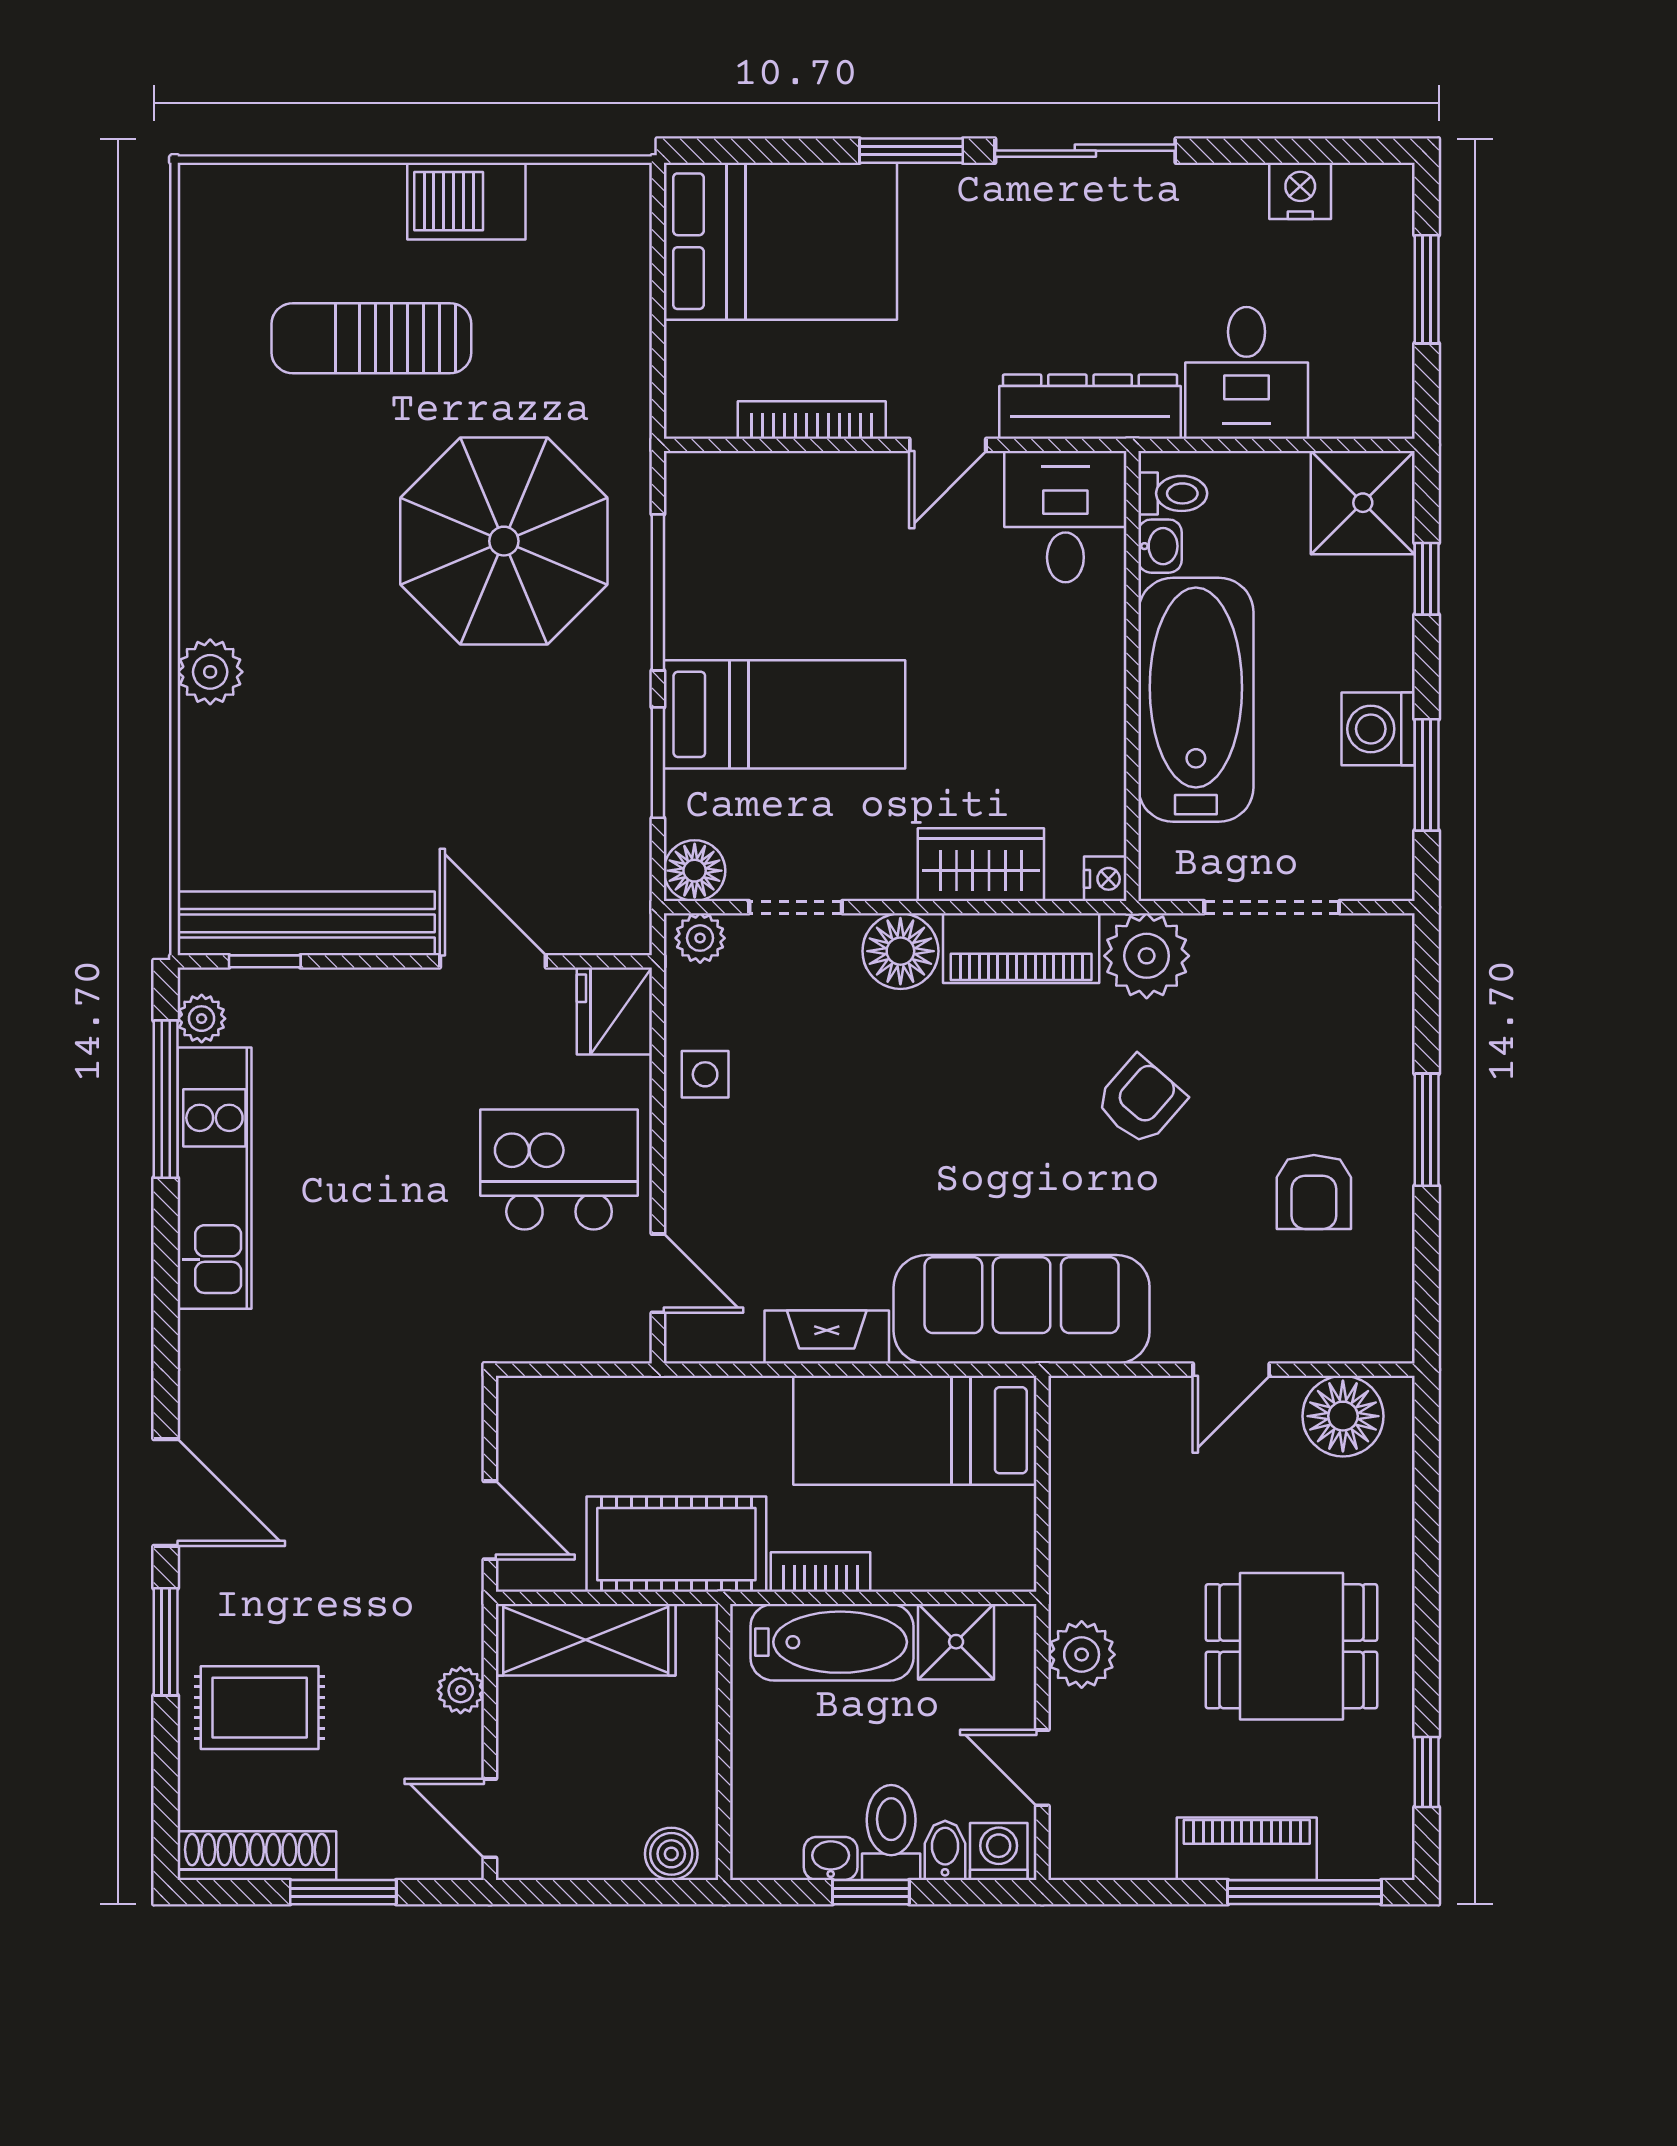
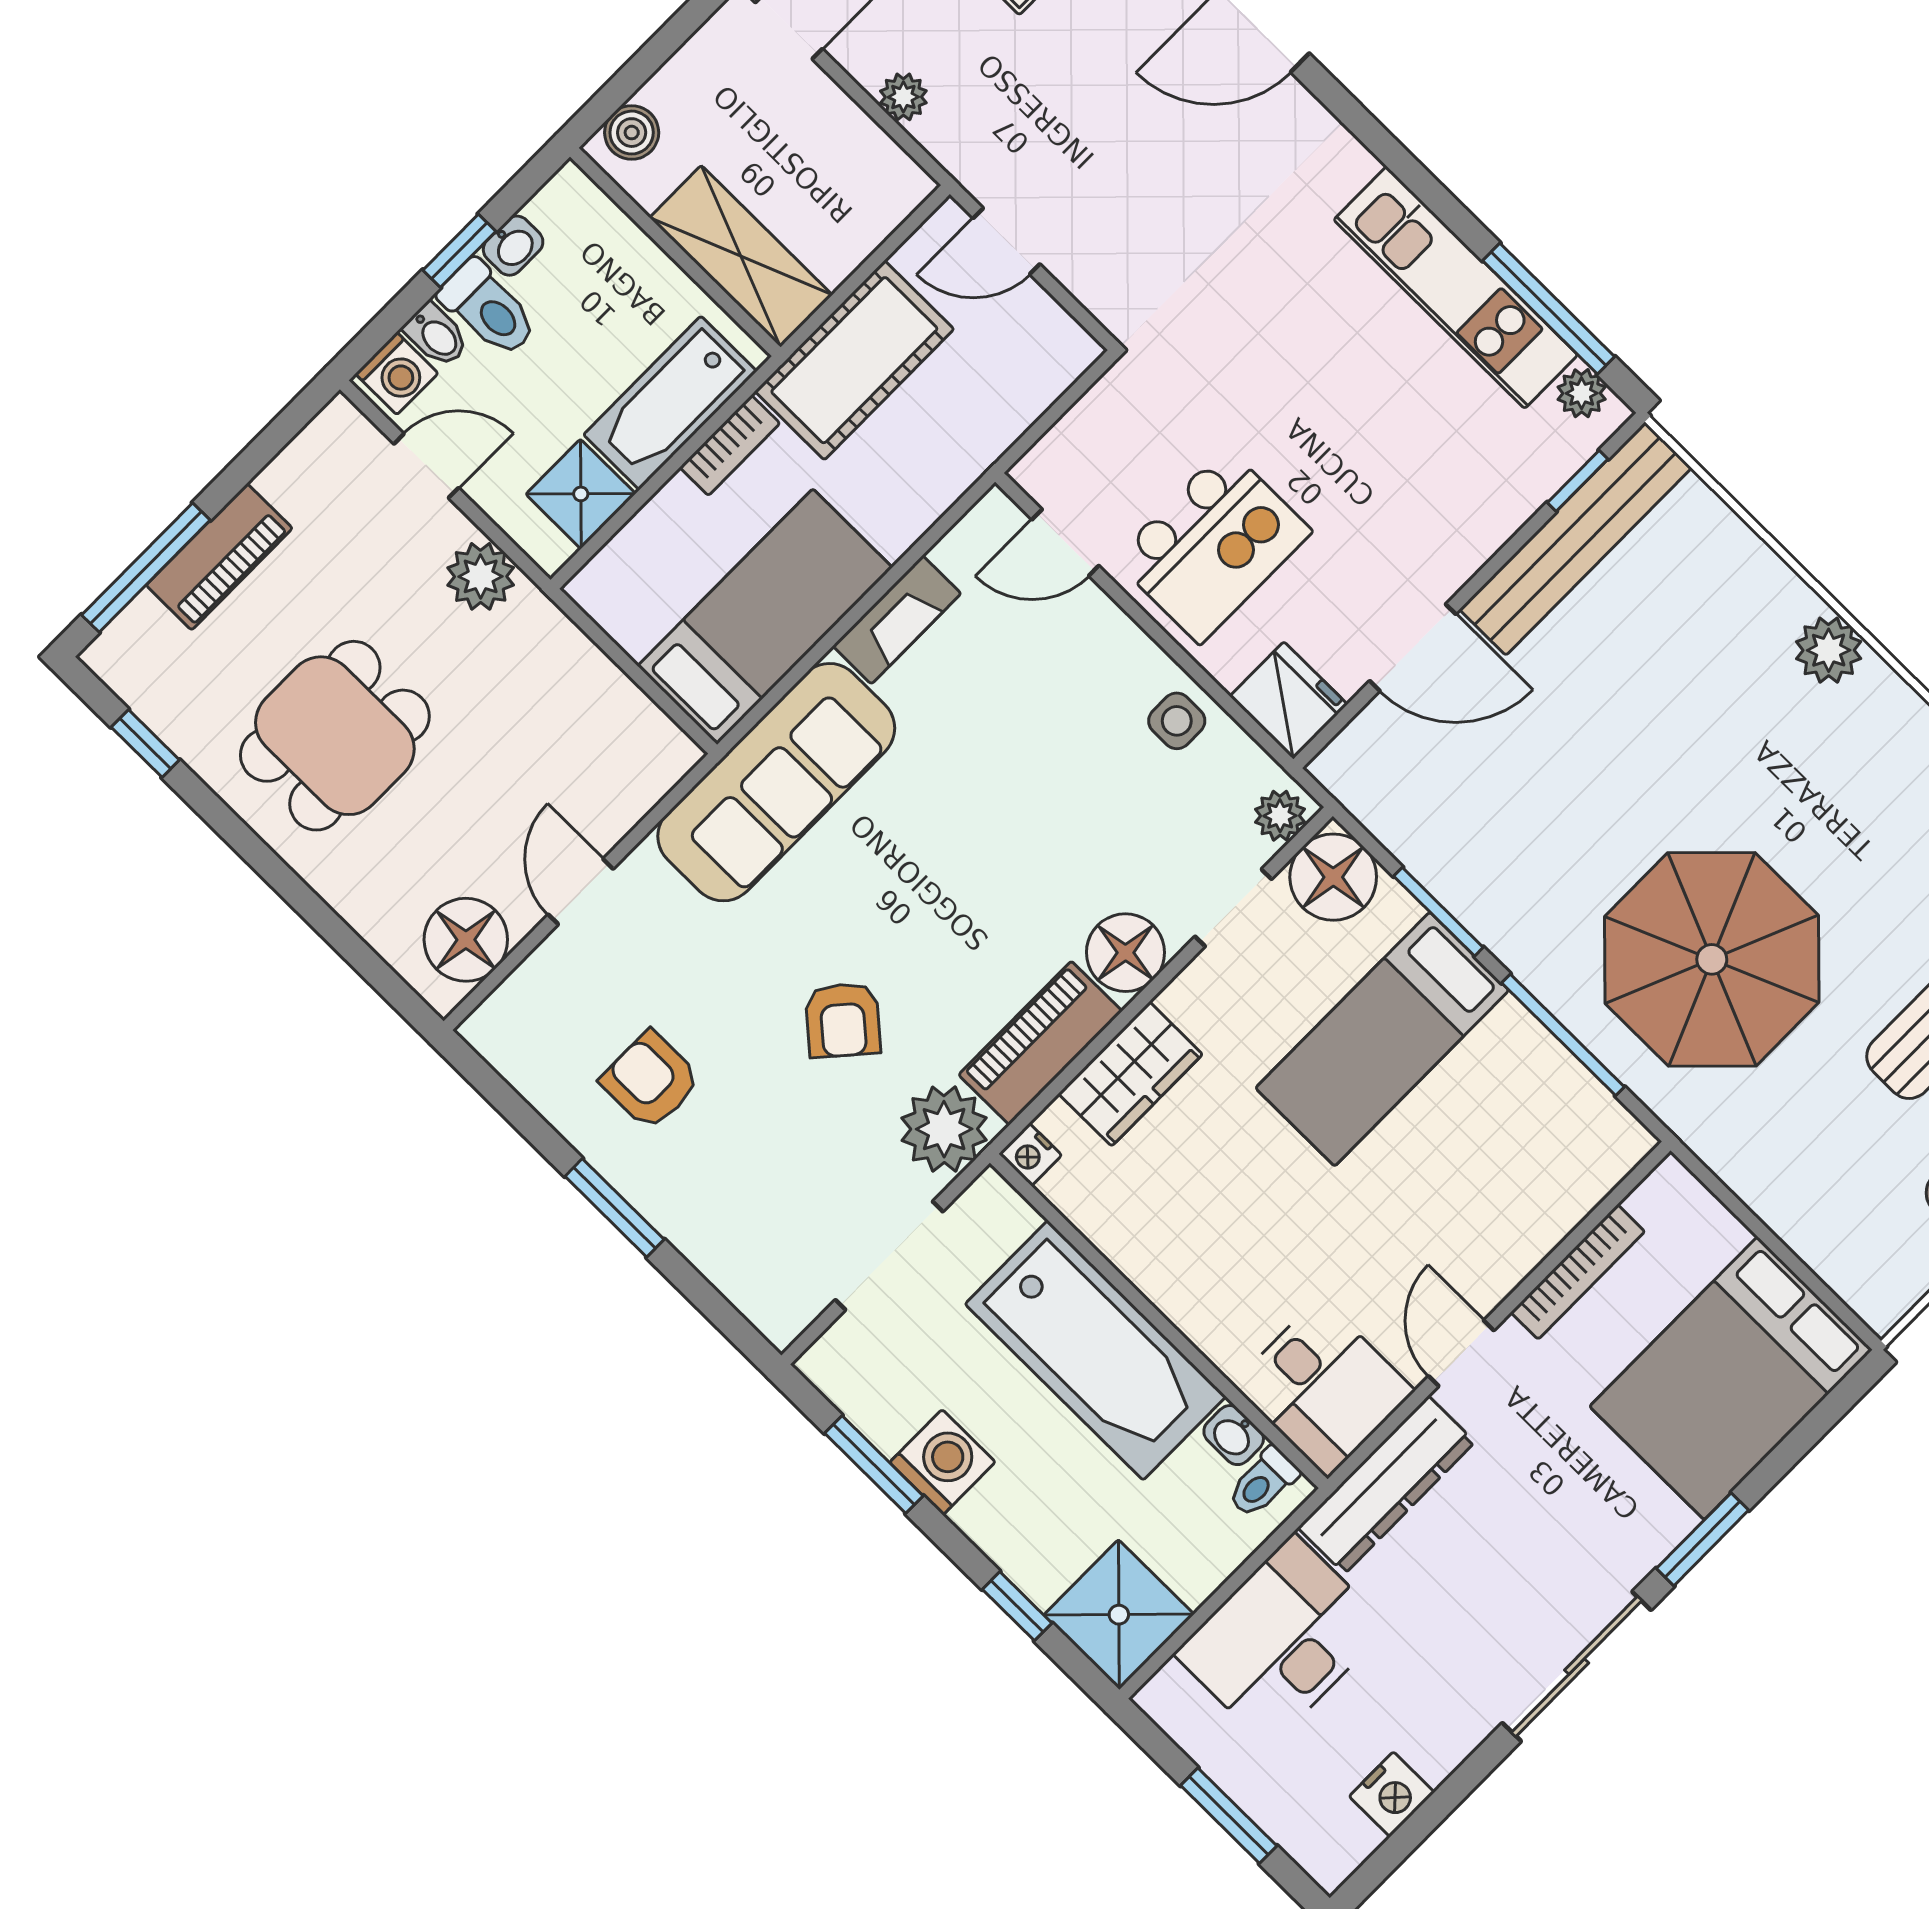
desk: (1247, 373) -> (1281, 1640), width x1.37
floor lamp: (695, 871) -> (1333, 877), width x1.38, depth x1.38
shelving: (586, 1640) -> (741, 256), moved, turned 90

